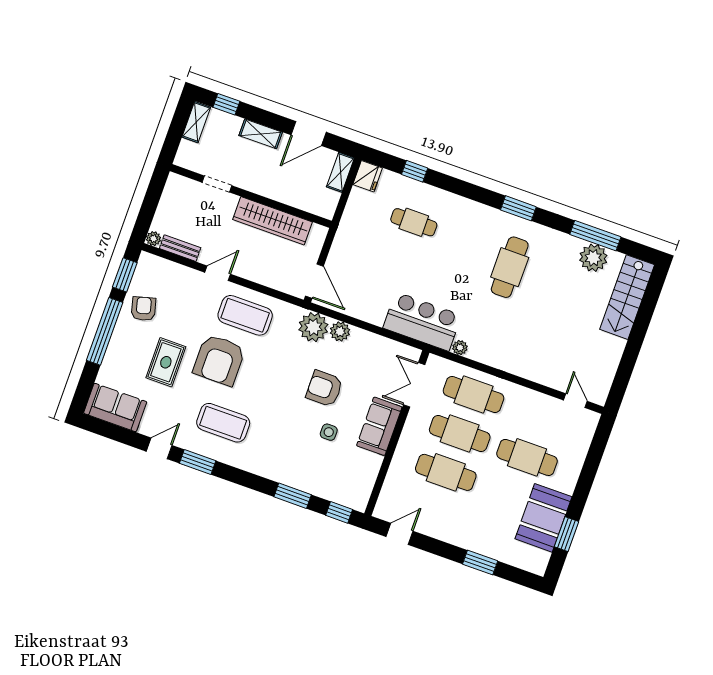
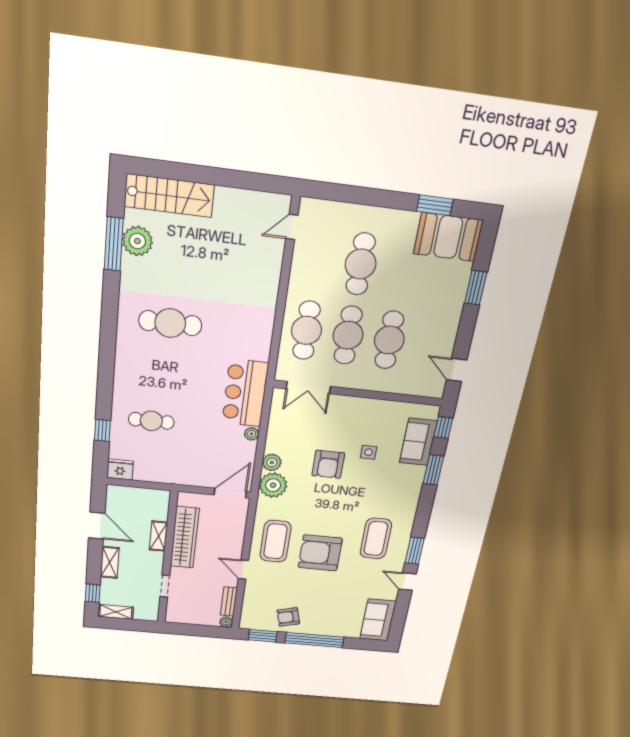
shelving: (340, 172) -> (159, 536), moved, turned 90
window: (518, 208) -> (109, 327), removed
cafe table: (414, 222) -> (151, 421), turned 90
plant: (460, 348) -> (252, 434), moved
armchair: (219, 360) -> (320, 553), turned 180
rug: (166, 362) -> (331, 592), removed
sofa: (379, 426) -> (418, 442), moved, turned 90
booth: (543, 518) -> (448, 237), moved

